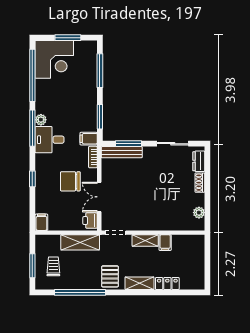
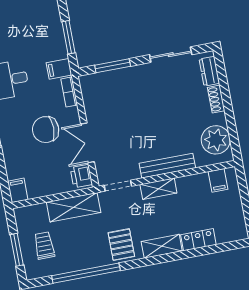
bench: (122, 152) -> (167, 166), moved
plant: (199, 213) -> (216, 140), width x1.88, depth x1.88
filing cabinet: (165, 243) -> (218, 180), moved

